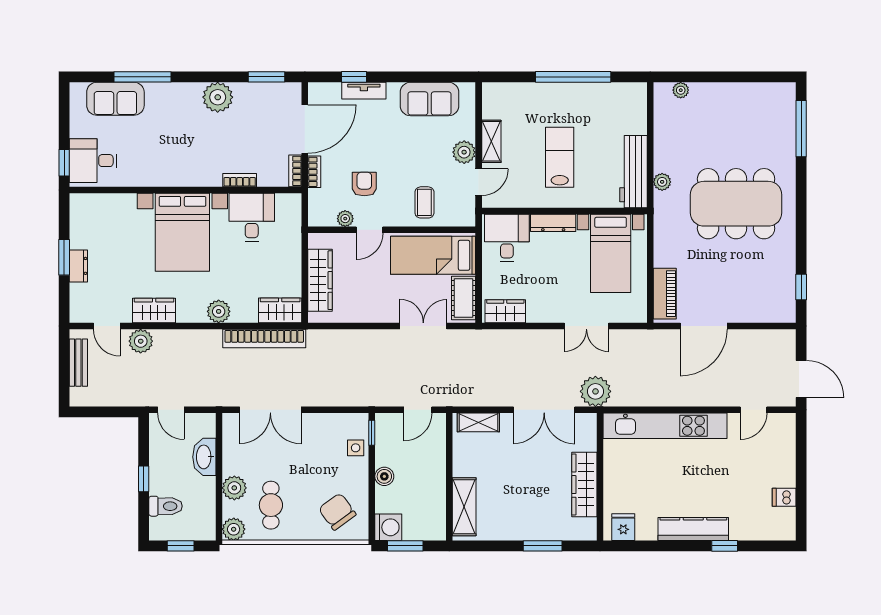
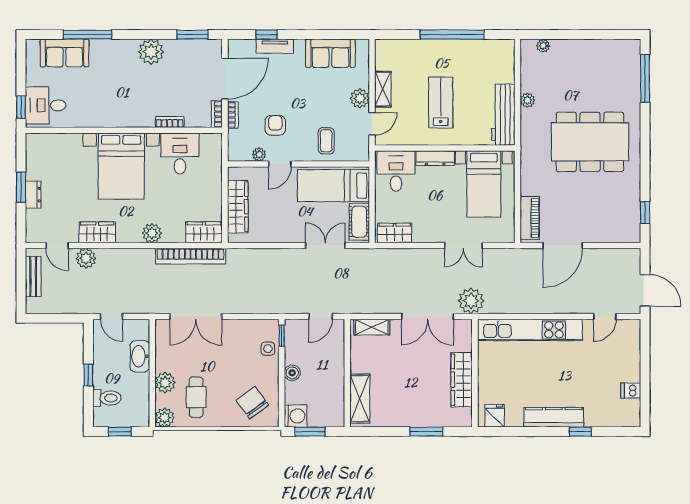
plant: (662, 182) -> (527, 100), moved

